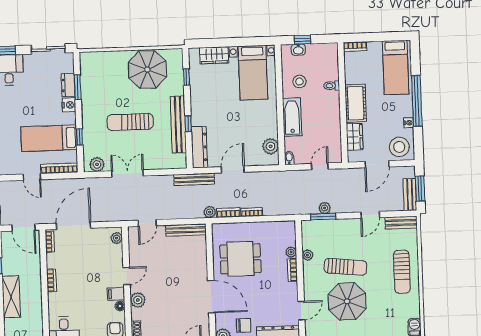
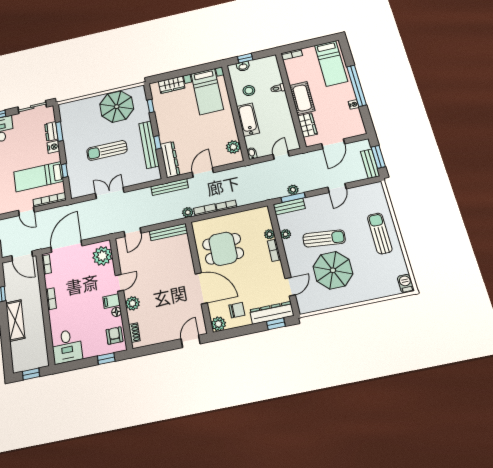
stool: (399, 147) -> (350, 126), removed
plant: (97, 164) -> (82, 190), removed
bench: (401, 223) -> (289, 206), moved
plant: (117, 238) -> (102, 256), width x1.88, depth x1.88
sun lounger: (402, 272) -> (380, 233), turned 180

